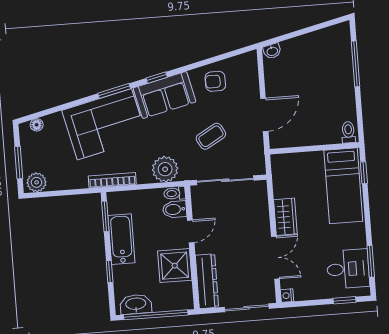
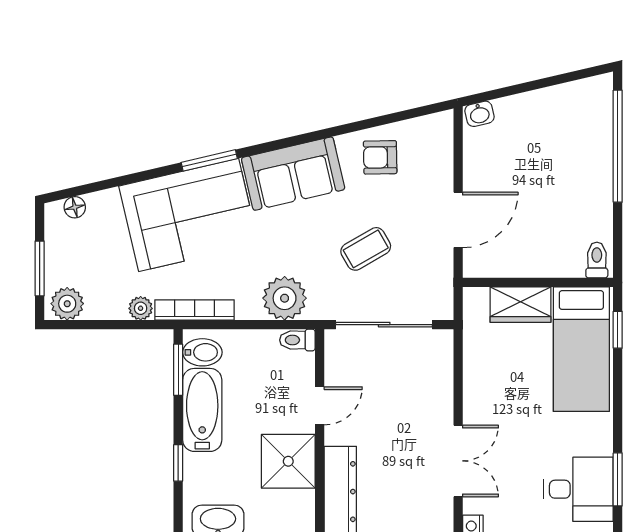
window: (356, 64) -> (618, 146), width x1.46
window: (157, 78) -> (282, 143), removed
plant: (80, 182) -> (141, 308), added
bidet: (175, 209) -> (202, 352), moved, turned 180
wardrobe: (285, 217) -> (521, 305), moved, turned 90

